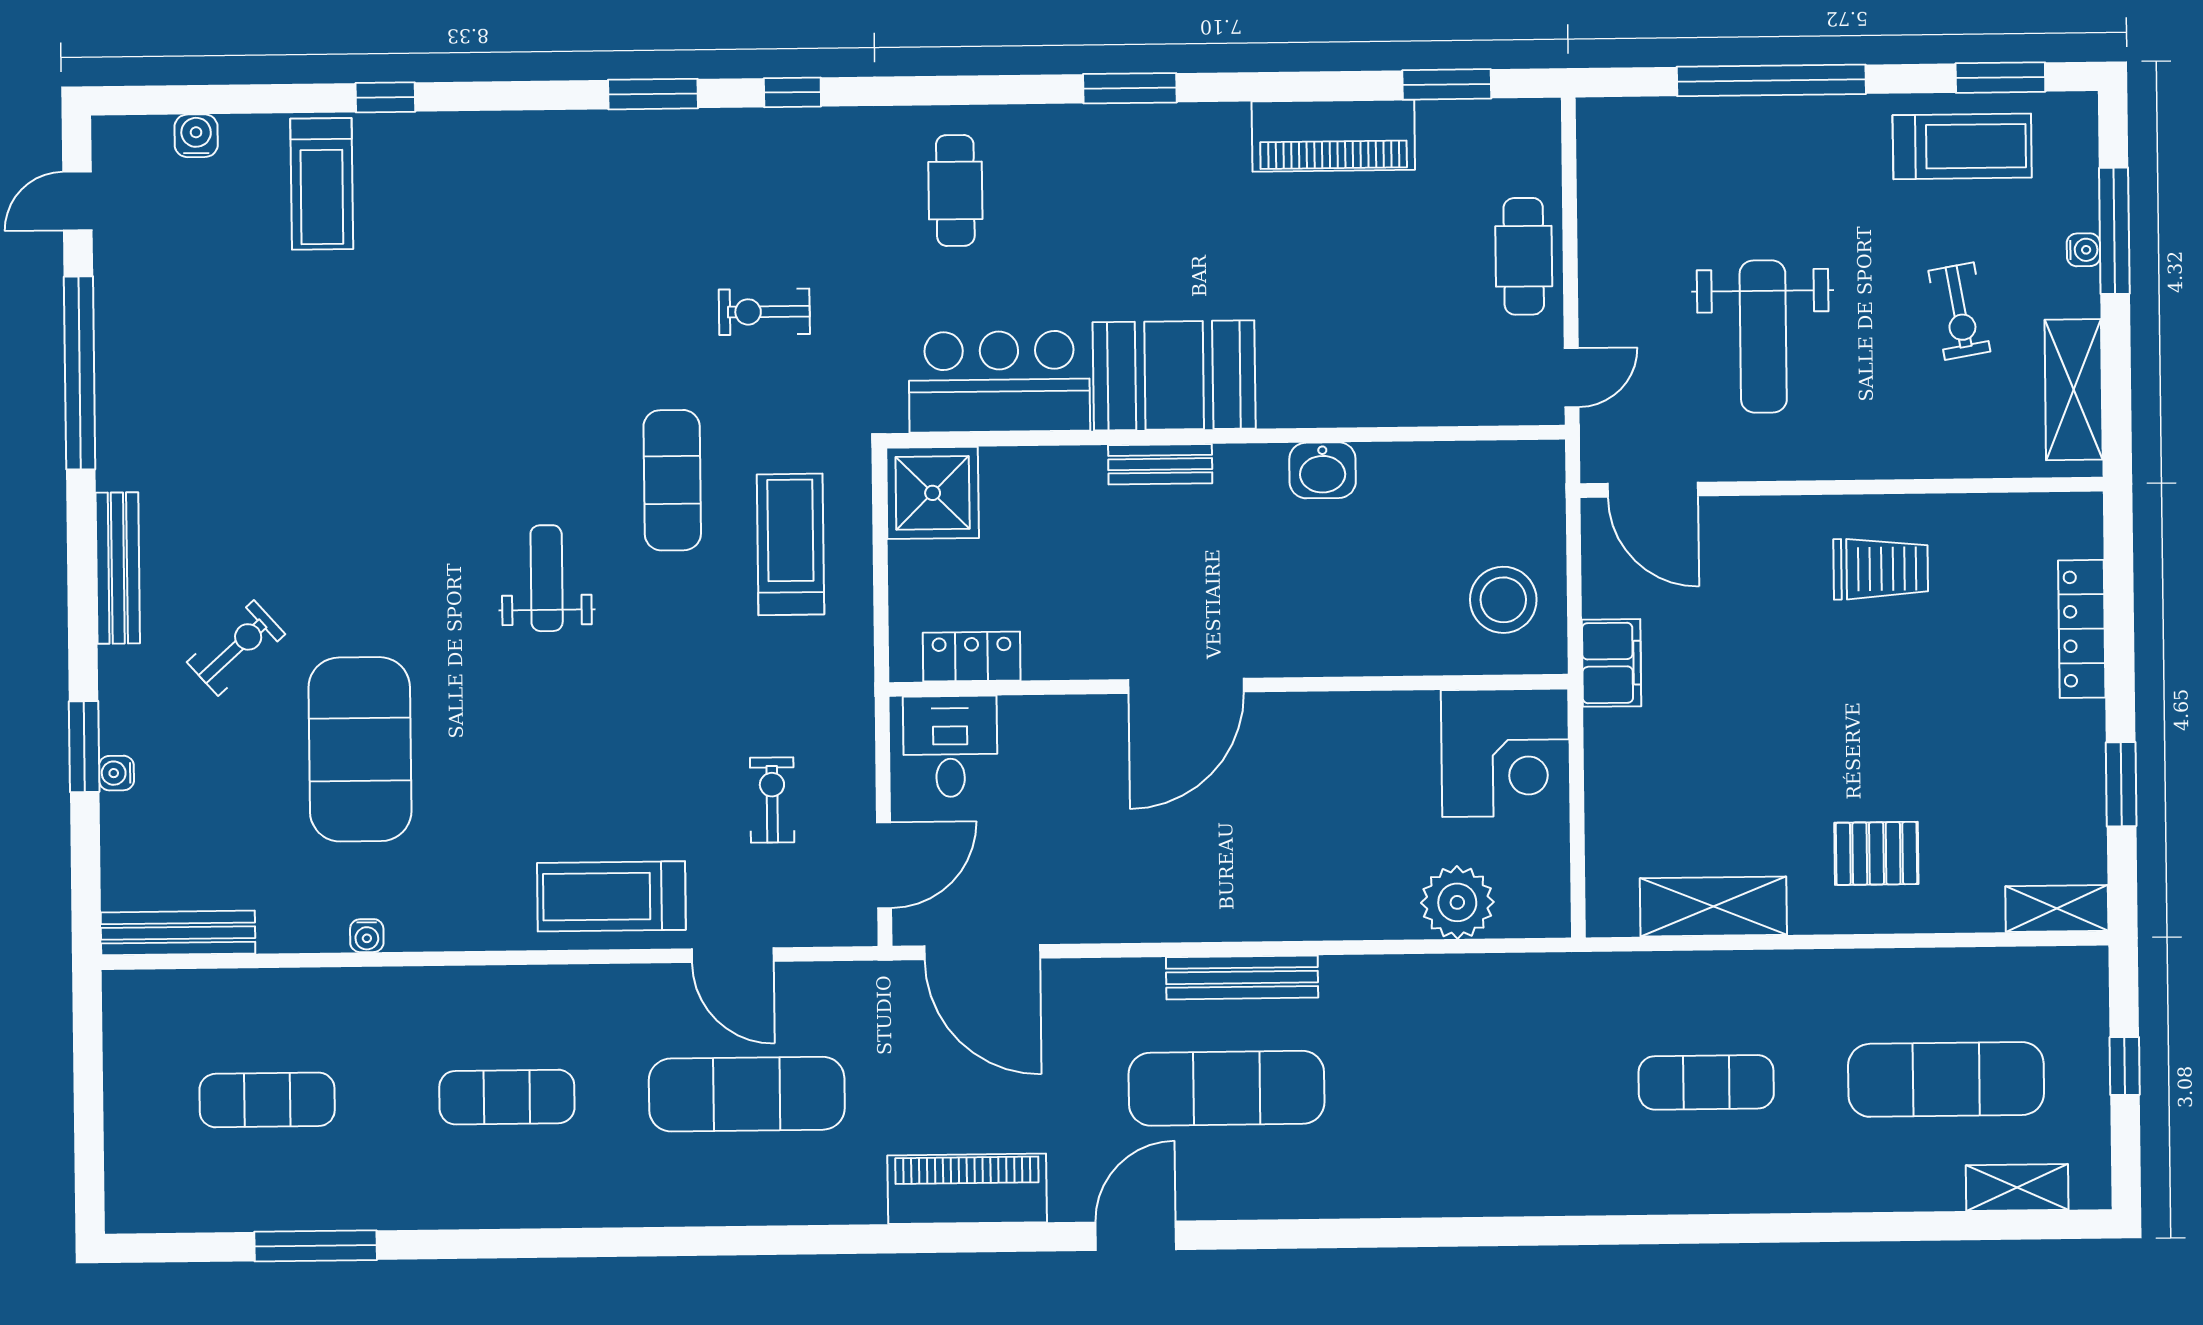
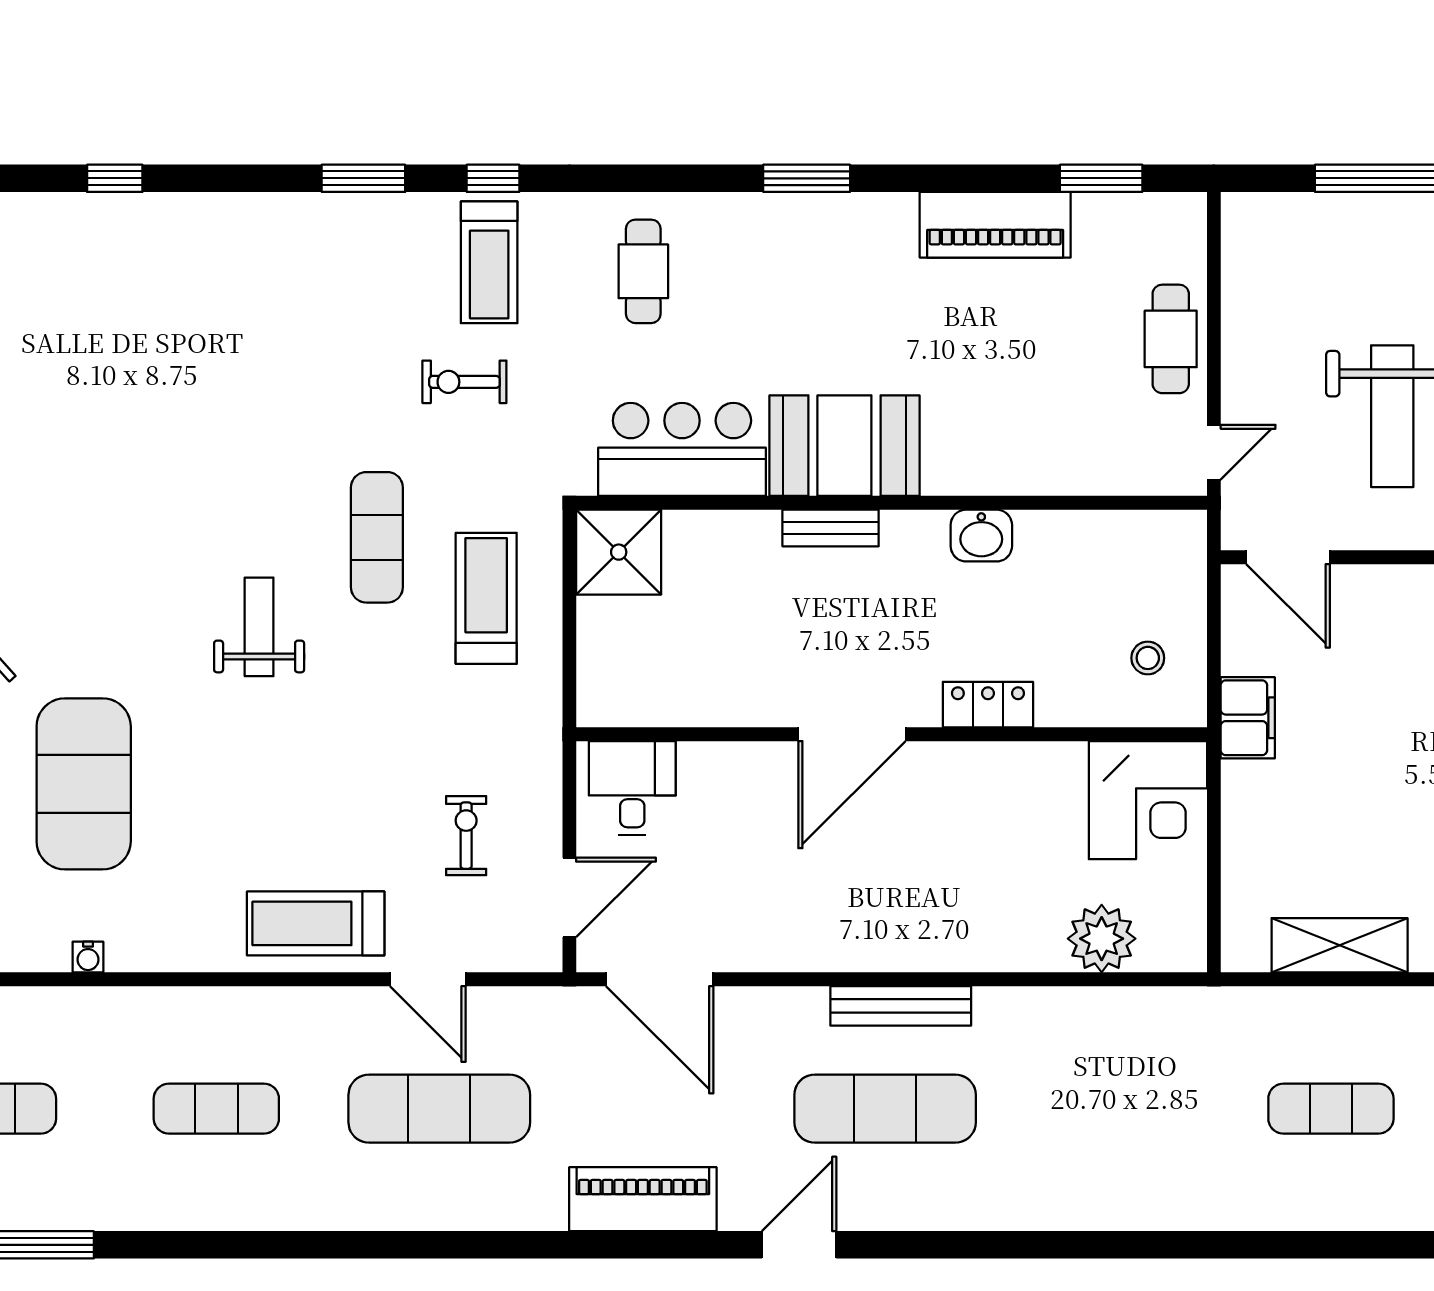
treadmill: (322, 184) -> (489, 262), moved
stool: (1503, 600) -> (1148, 658), width x0.53, depth x0.53
locker: (972, 657) -> (988, 705), moved

